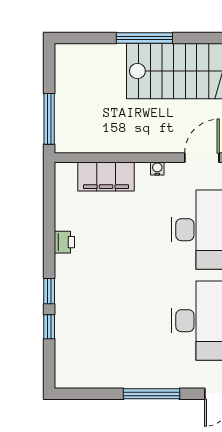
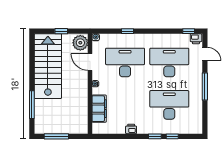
window: (144, 38) -> (32, 105), moved
window: (49, 119) -> (56, 136), moved
desk: (114, 321) -> (169, 105), added

